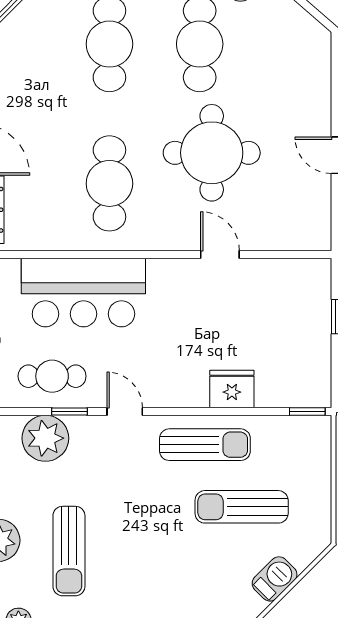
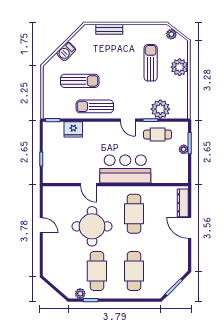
bar counter: (83, 292) -> (125, 169), moved
fridge: (232, 389) -> (73, 129), moved

